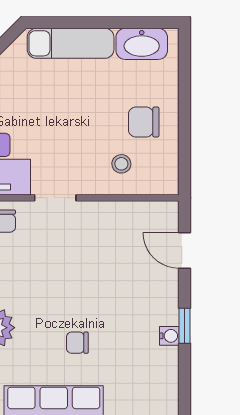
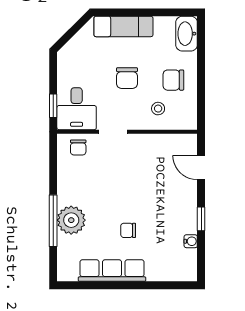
washbasin: (142, 44) -> (187, 34), moved, turned 90
chair: (76, 119) -> (127, 78), added
water cooler: (169, 336) -> (191, 241), moved

